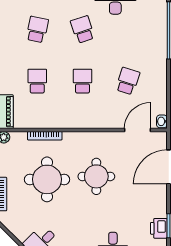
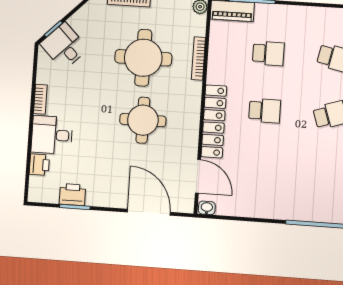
school desk: (128, 81) -> (261, 168), removed
locker: (94, 120) -> (214, 121), added

